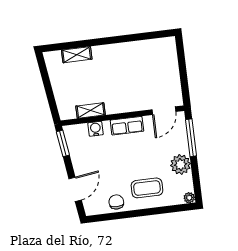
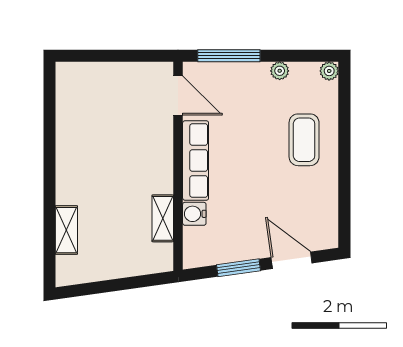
row of seats: (127, 126) -> (196, 161), width x1.48
window: (63, 143) -> (239, 268), moved
plant: (181, 165) -> (280, 71), width x0.53, depth x0.53
chair: (116, 202) -> (321, 194), removed

